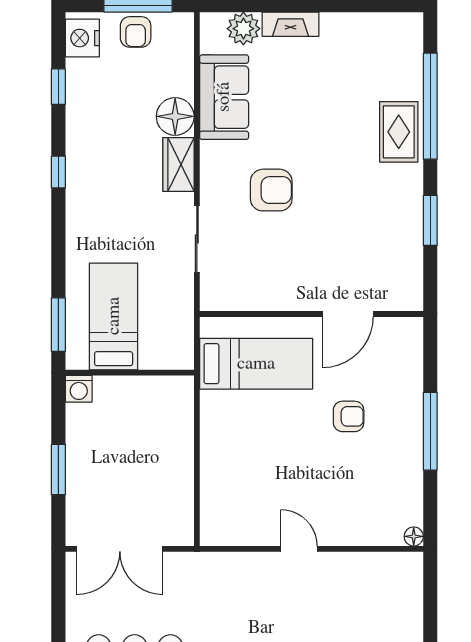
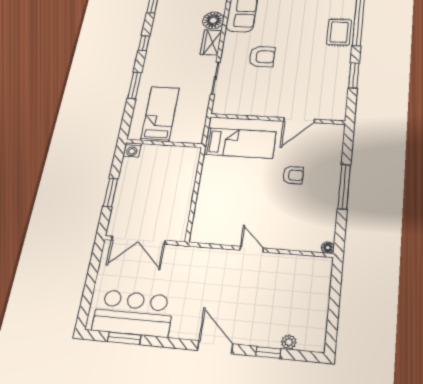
window: (58, 325) -> (135, 85), moved

